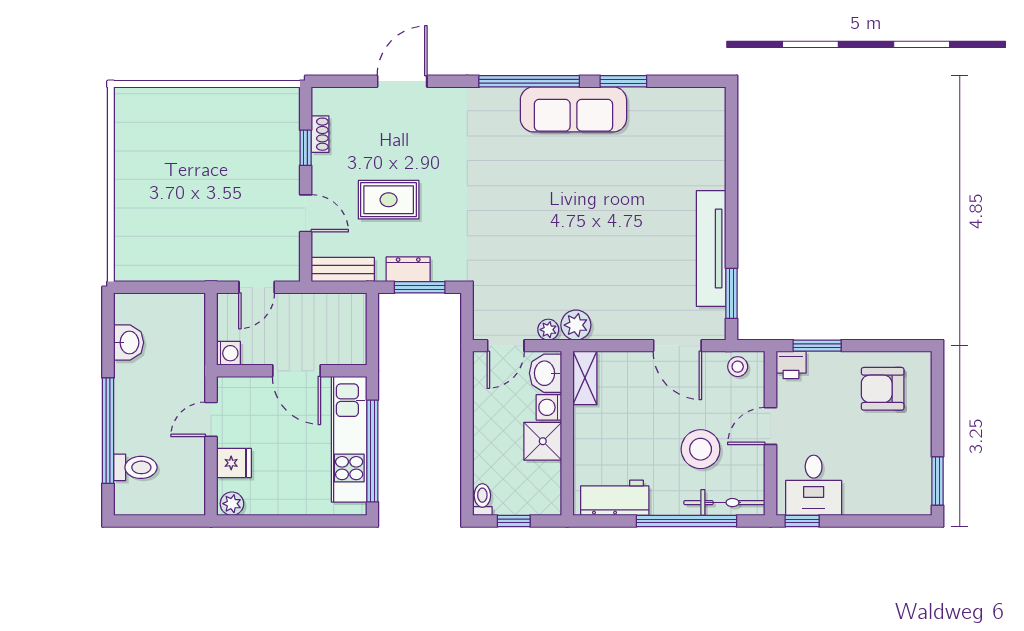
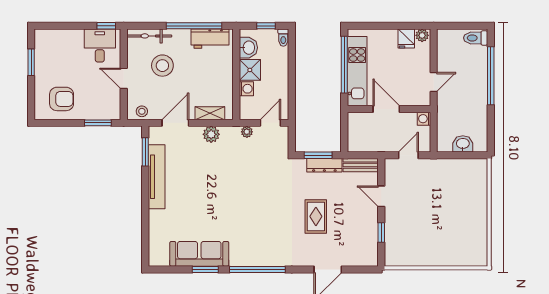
sofa: (573, 109) -> (199, 254), moved
shoe rack: (320, 134) -> (373, 240), removed
rug: (389, 200) -> (316, 216), moved, turned 90
dresser: (408, 269) -> (324, 165), width x1.44
plant: (576, 325) -> (211, 134), moved
washbasin: (129, 343) -> (463, 144), moved, turned 90
door: (677, 346) -> (175, 123), hinge flipped
printer: (791, 365) -> (112, 112), removed
washbasin: (545, 373) -> (248, 48), moved
shelving: (585, 378) -> (210, 113), moved, turned 90
door: (770, 426) -> (124, 78), swing flipped
fridge: (234, 463) -> (406, 38), moved, turned -90
toilet: (135, 467) -> (476, 38), moved
window: (937, 481) -> (31, 62), moved
window: (686, 521) -> (194, 26), moved

